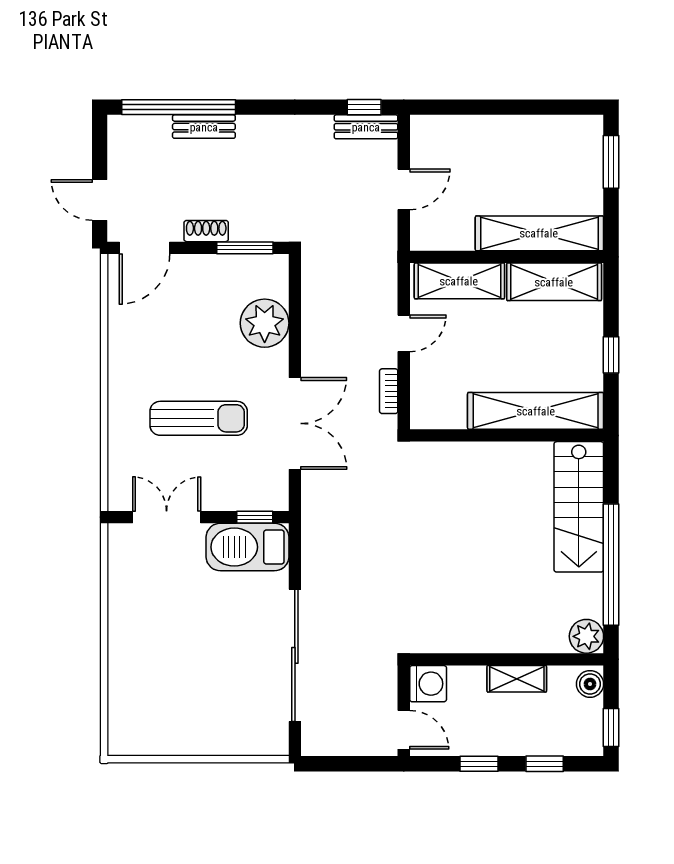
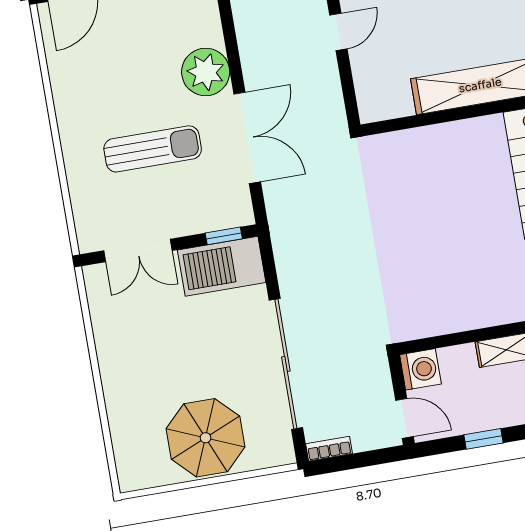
plant: (265, 323) -> (206, 72), moved
bookcase: (389, 391) -> (329, 449), moved, turned 90
double door: (167, 517) -> (138, 251), swing flipped
parasol: (202, 715) -> (206, 438), added

